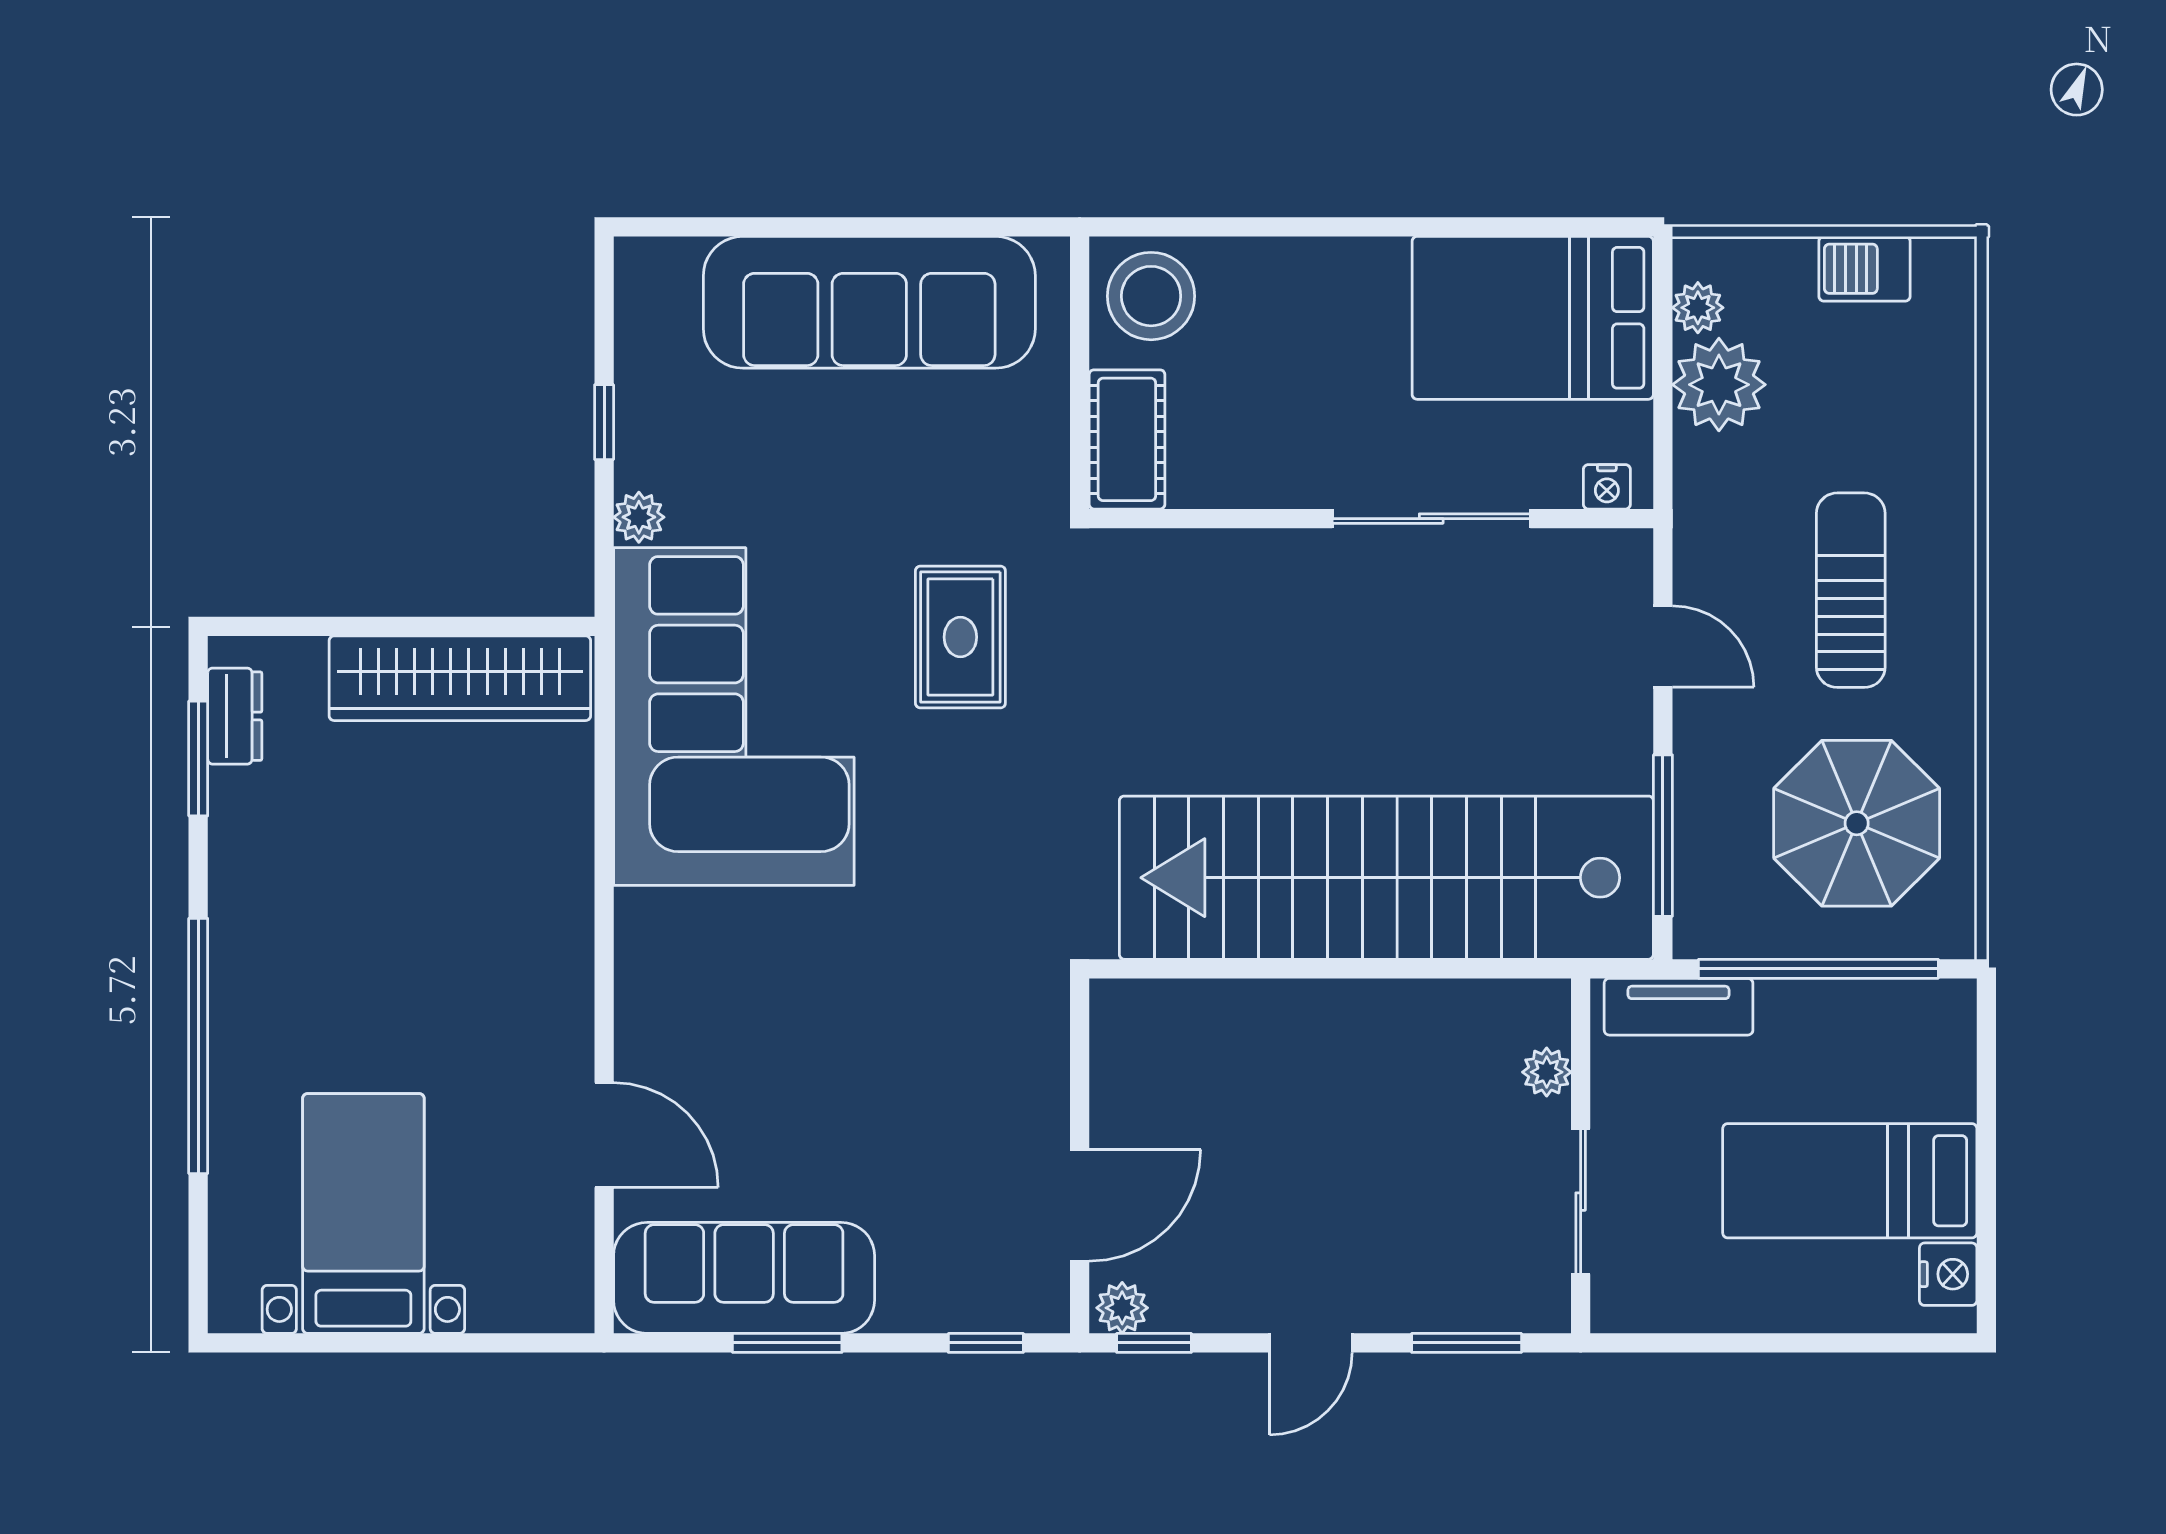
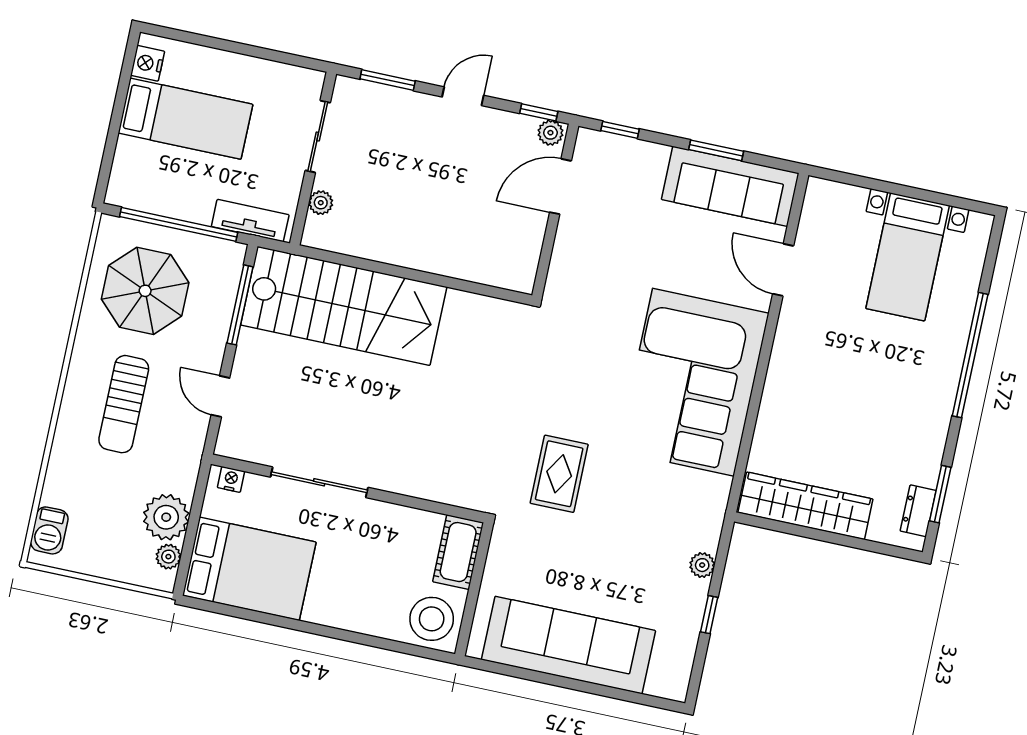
barbecue: (1865, 269) -> (49, 530), moved, turned 90
corner sofa: (734, 717) -> (693, 382), moved
stairs: (1386, 878) -> (344, 306), width x0.73

